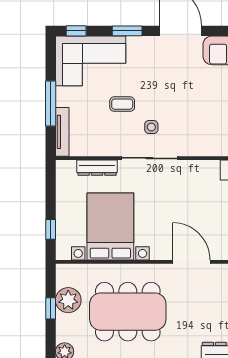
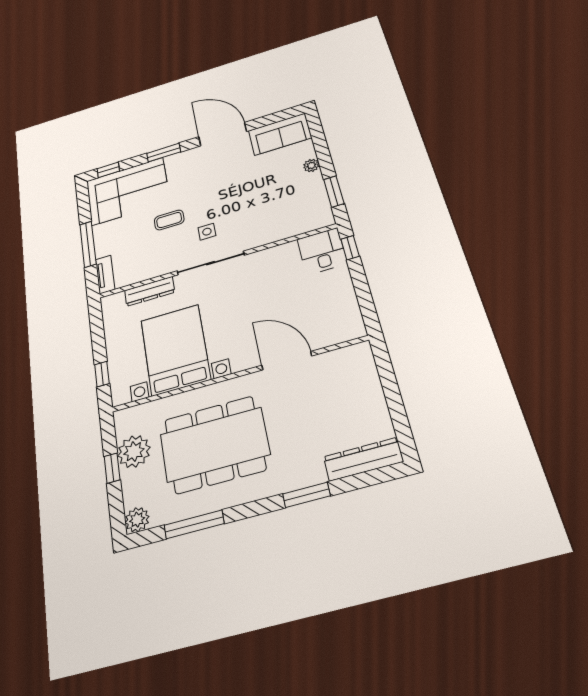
tv unit: (62, 132) -> (105, 274), width x0.71

